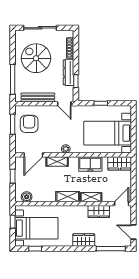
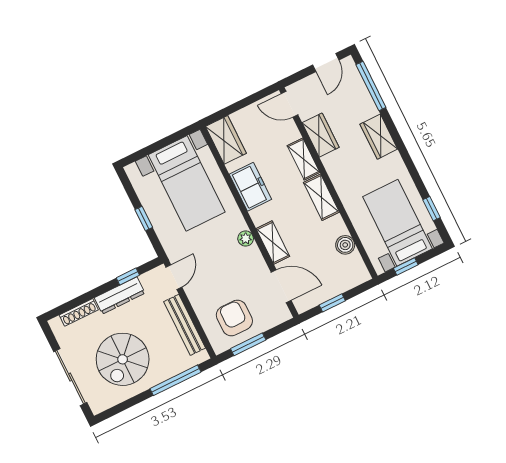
armchair: (29, 124) -> (234, 318), turned 90
boiler: (27, 197) -> (345, 245), moved

